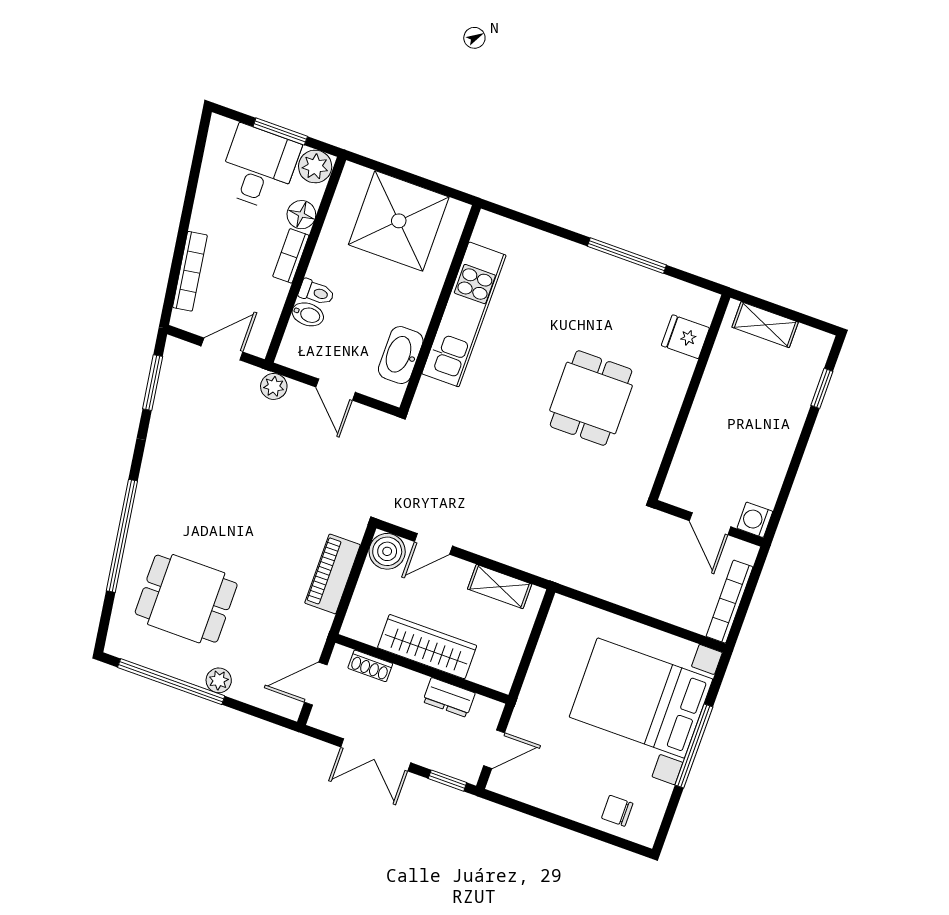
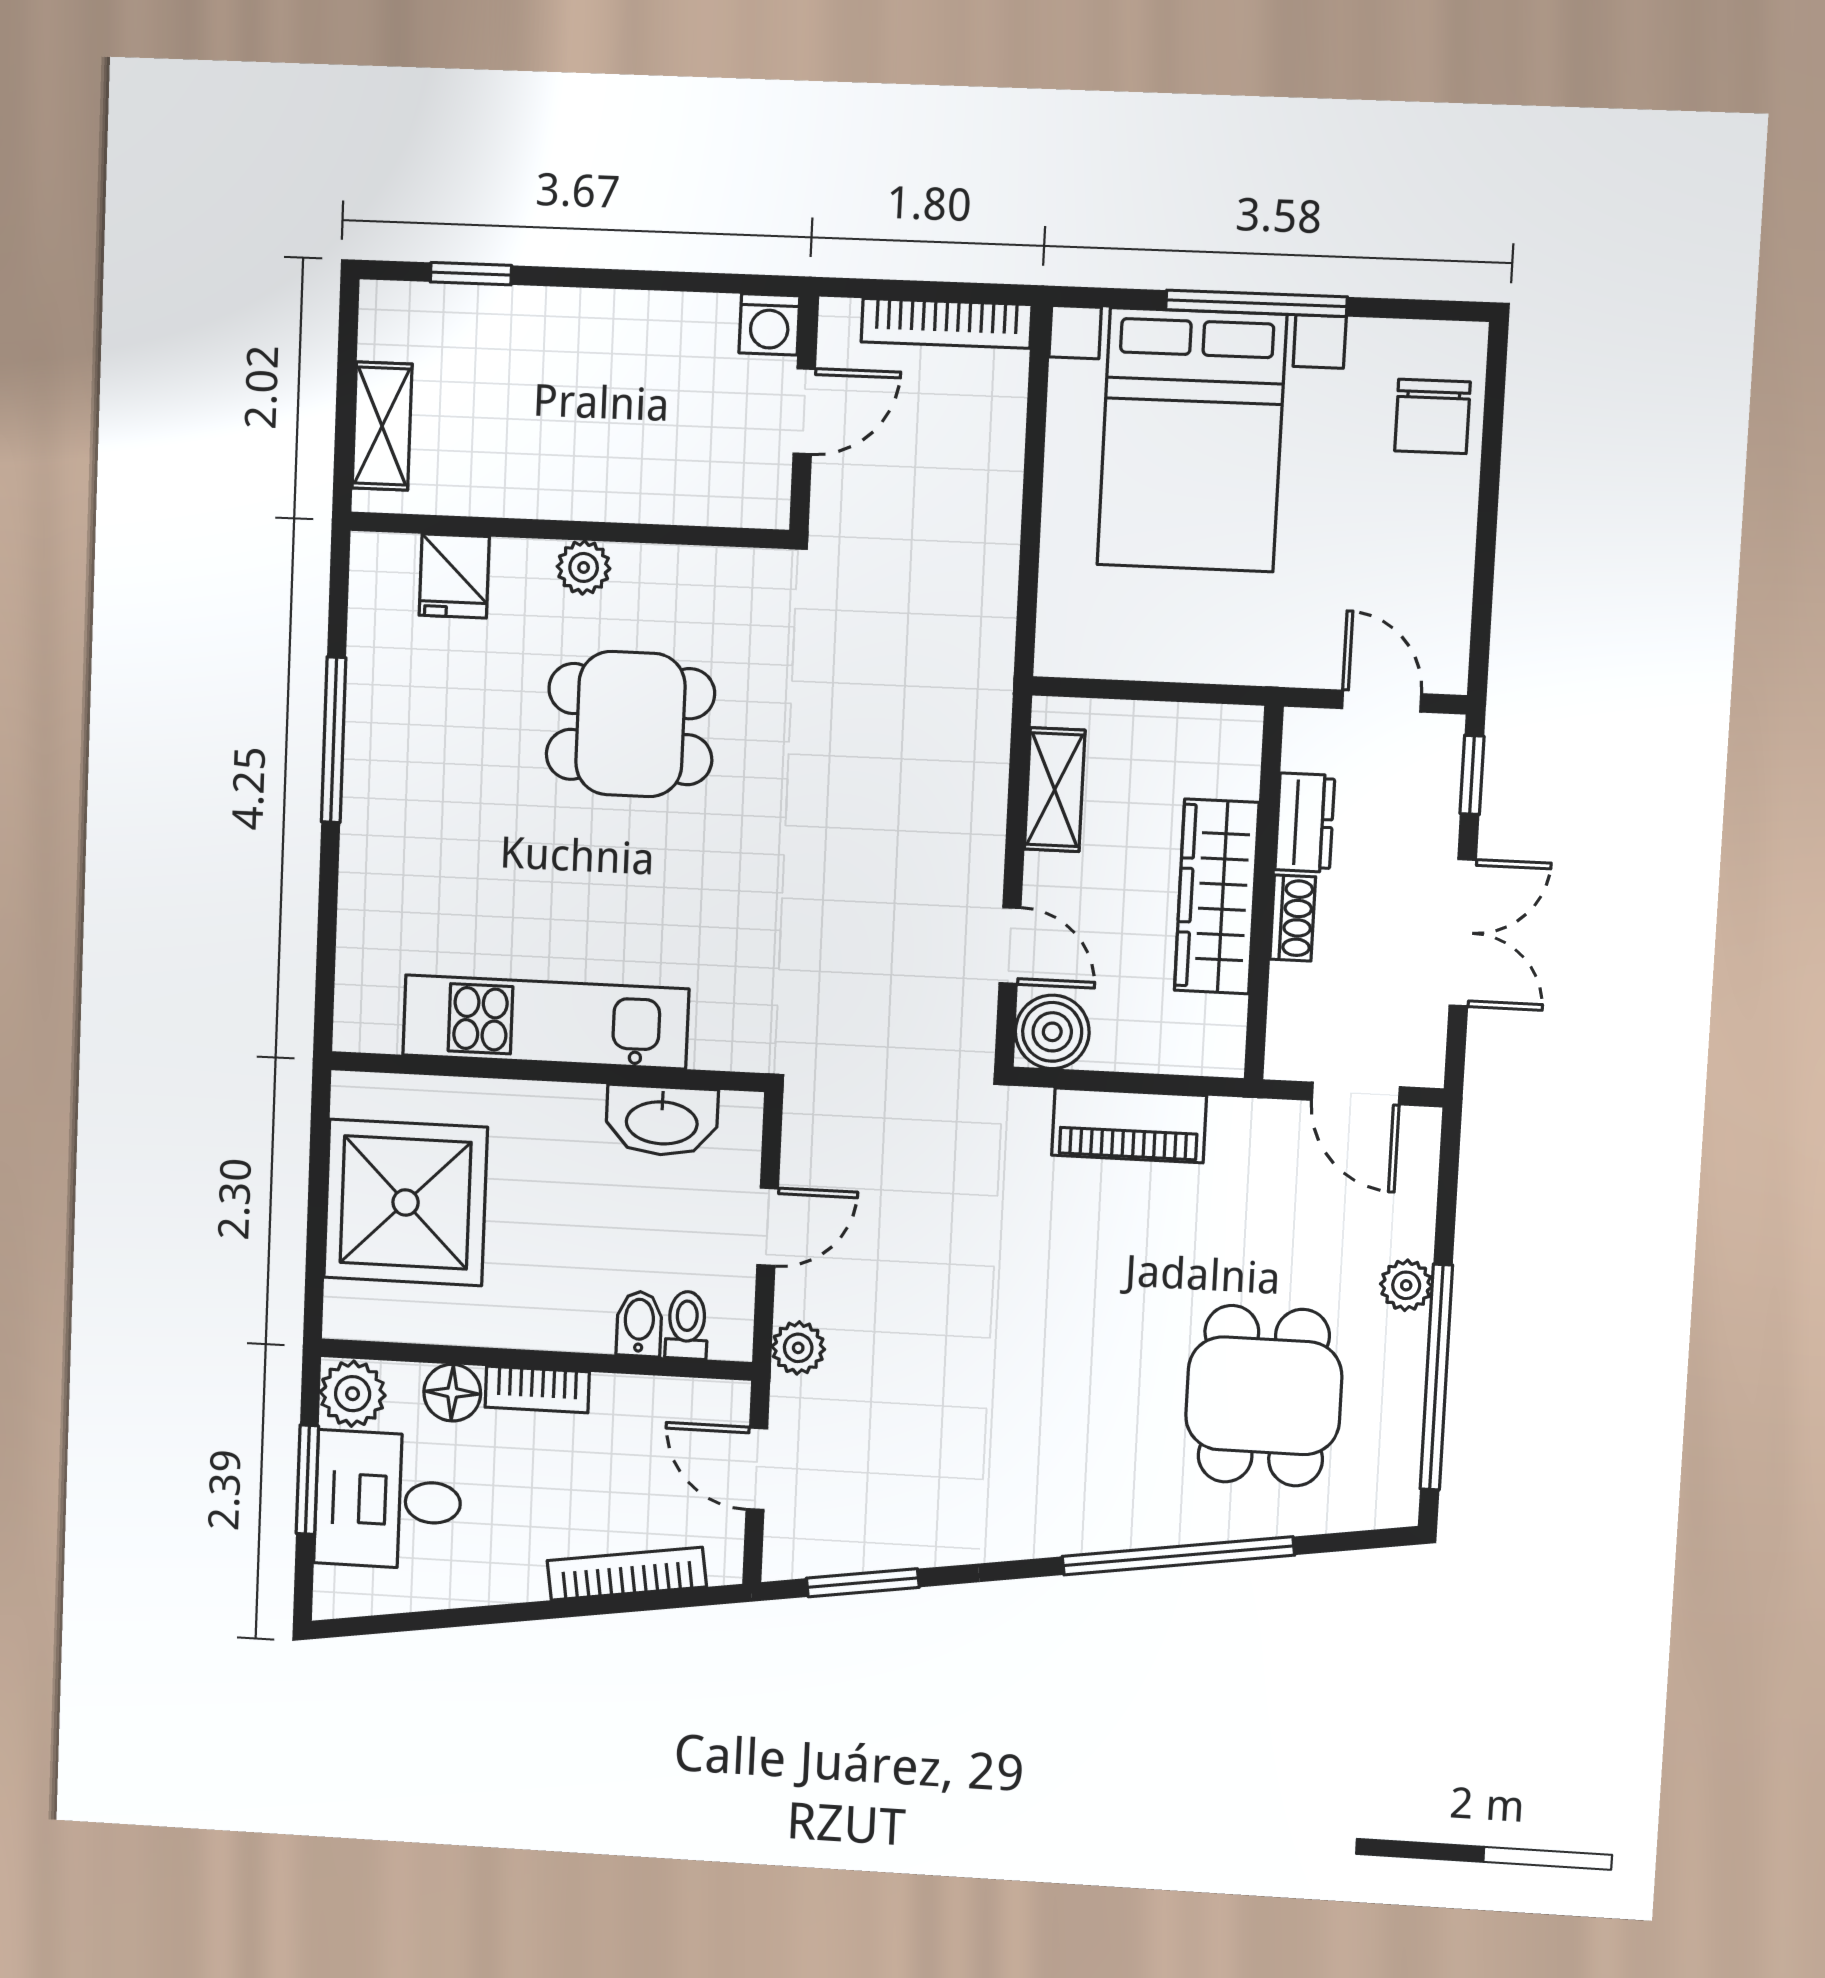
toilet: (316, 292) -> (687, 1325), moved
plant: (670, 399) -> (584, 567), added
shoe rack: (370, 666) -> (1293, 918), moved
chair: (617, 811) -> (1432, 416), width x1.37, depth x1.37

